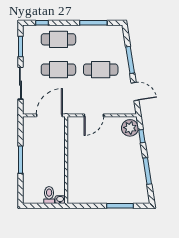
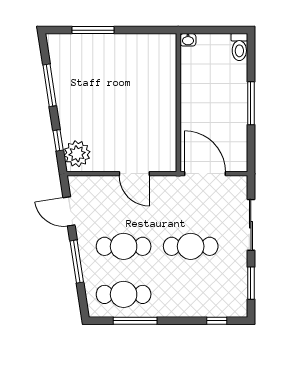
cafe table: (58, 39) -> (124, 294), moved
door: (49, 115) -> (205, 174), swing flipped
door: (94, 115) -> (134, 174), swing flipped
toilet: (49, 195) -> (239, 47), moved

